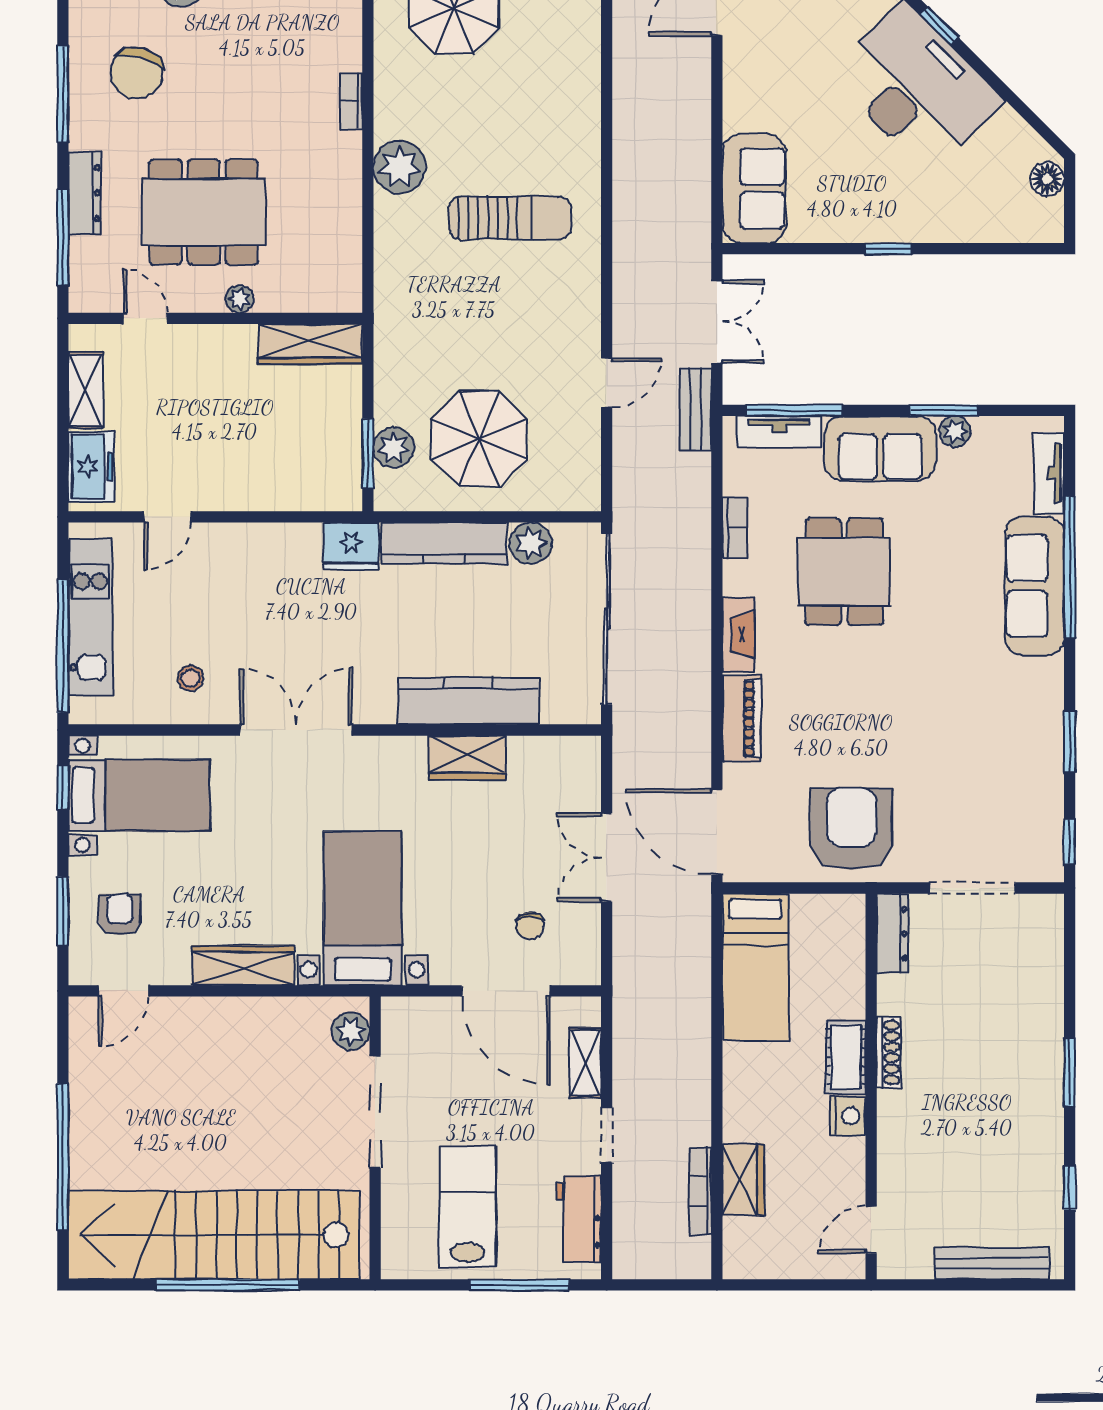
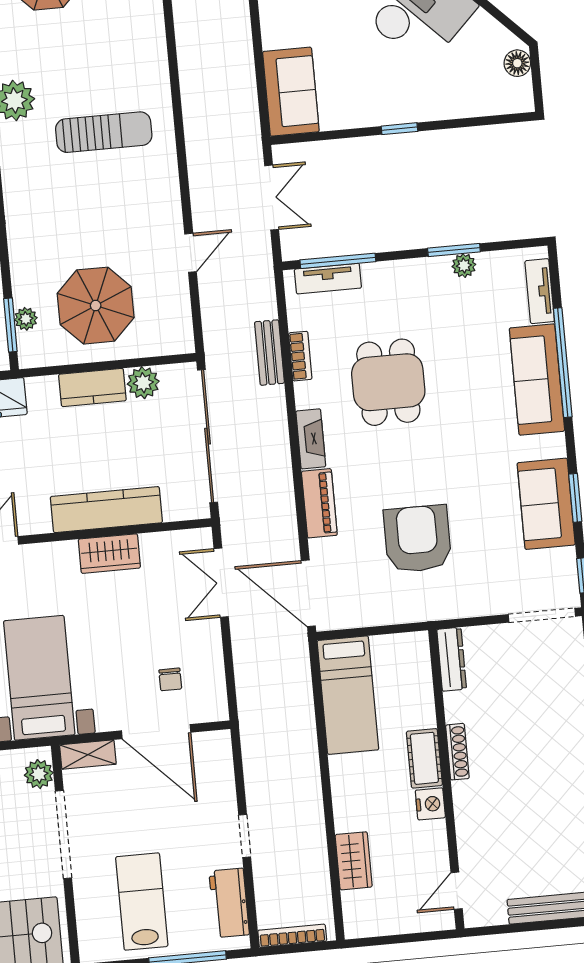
bench: (696, 409) -> (269, 353), moved
plant: (394, 448) -> (26, 319), width x0.73, depth x0.73
sofa: (880, 448) -> (546, 504), moved, turned 90
kitchen counter: (444, 543) -> (92, 388), width x0.67
armchair: (851, 829) -> (417, 539), moved
double door: (607, 857) -> (221, 583), moved
doorway: (972, 888) -> (542, 615), moved
shelving: (585, 1063) -> (88, 755), moved, turned 90
bookcase: (700, 1191) -> (292, 936), moved, turned 90

